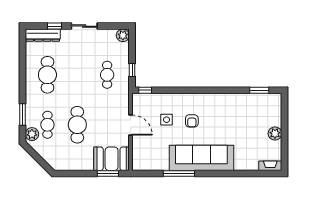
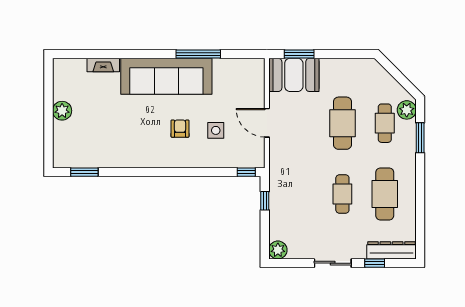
cafe table: (107, 75) -> (342, 194), moved
fireplace: (270, 166) -> (103, 65), moved

